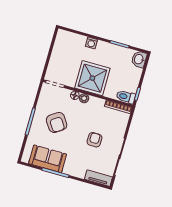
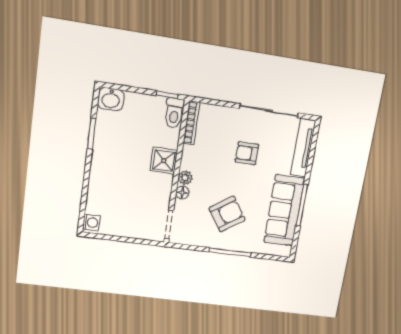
washing machine: (91, 43) -> (91, 223), moved
shower: (92, 78) -> (164, 161), width x0.54, depth x0.54
sofa: (48, 159) -> (284, 210), width x1.36
tv unit: (98, 178) -> (303, 148), width x1.41

